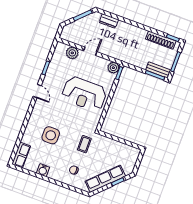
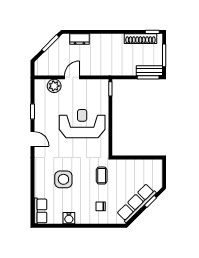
plant: (113, 68) -> (102, 85), removed
reception desk: (84, 94) -> (82, 124), turned 180

